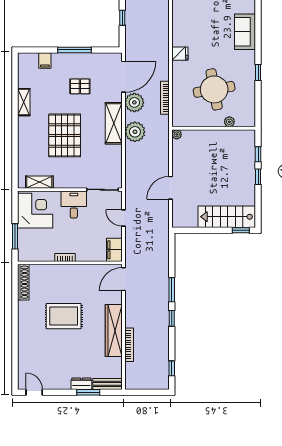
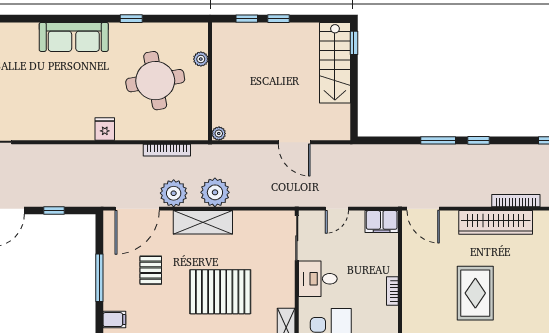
sofa: (245, 32) -> (74, 37), width x1.36
door: (123, 77) -> (137, 209), swing flipped

